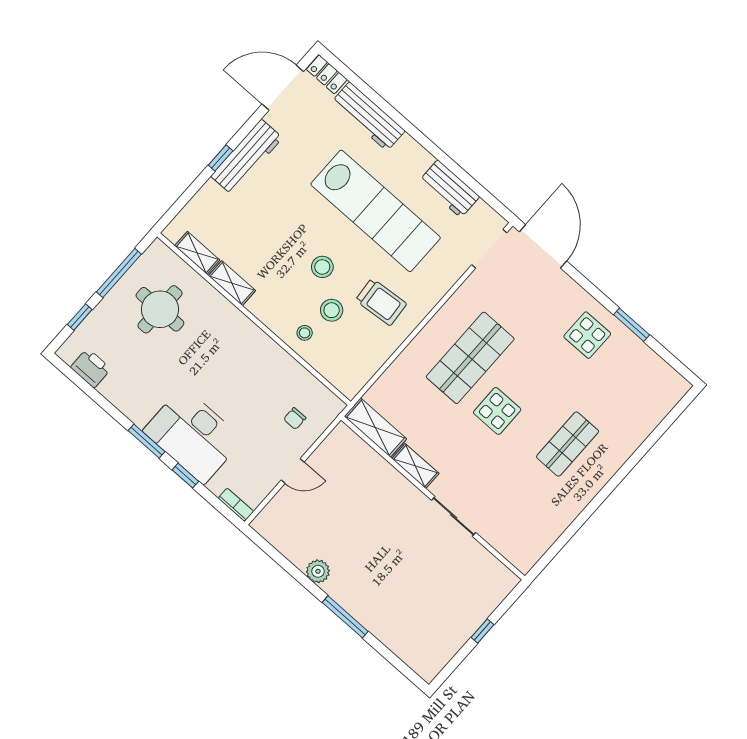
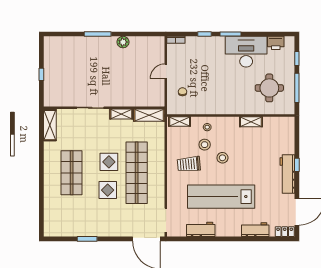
workbench: (368, 116) -> (255, 230), width x0.73
shelving: (197, 253) -> (180, 121), moved
display table: (587, 335) -> (108, 190), moved
shop shelf: (470, 358) -> (137, 173), width x1.40
desk: (193, 435) -> (246, 52), moved
shop shelf: (568, 444) -> (72, 173), width x1.43, depth x1.36
shelving: (537, 544) -> (50, 125), added

